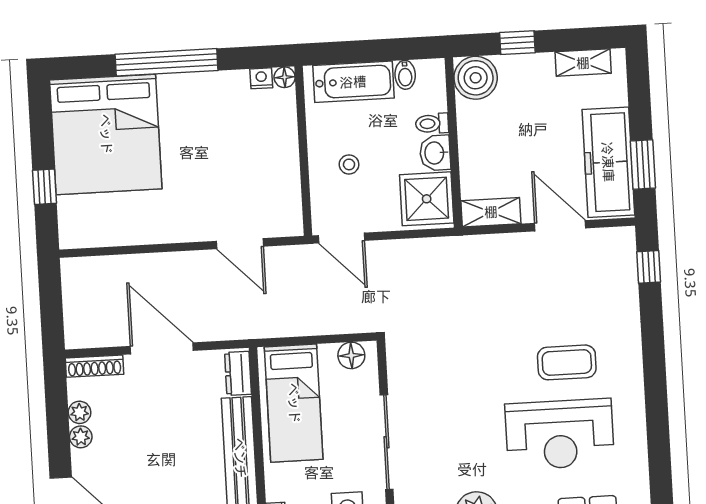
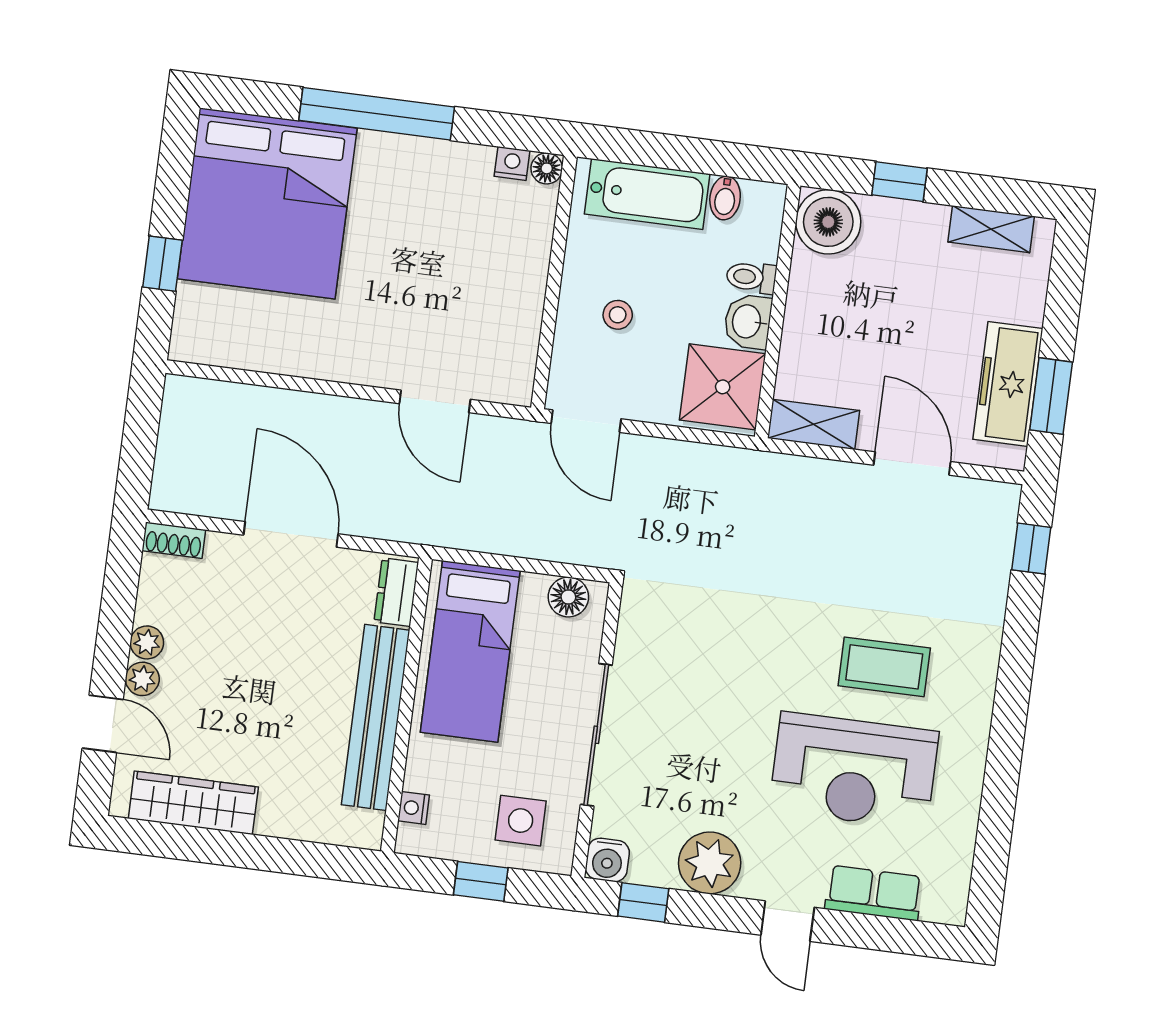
freezer: (608, 162) -> (1008, 384), width x0.73, depth x0.79
shoe rack: (94, 366) -> (174, 540), width x0.70
plant: (80, 412) -> (142, 679), moved

